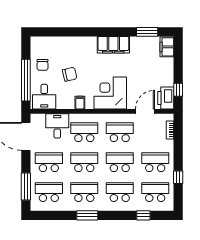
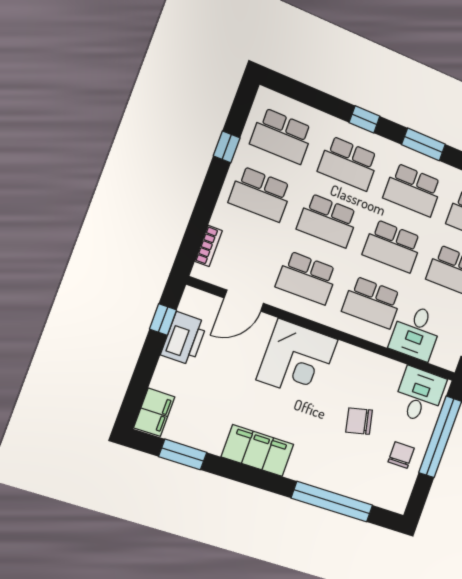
window: (69, 32) -> (332, 502), added
printer: (166, 98) -> (184, 339), moved
filing cabinet: (80, 103) -> (360, 361), removed
window: (143, 215) -> (364, 119), moved

